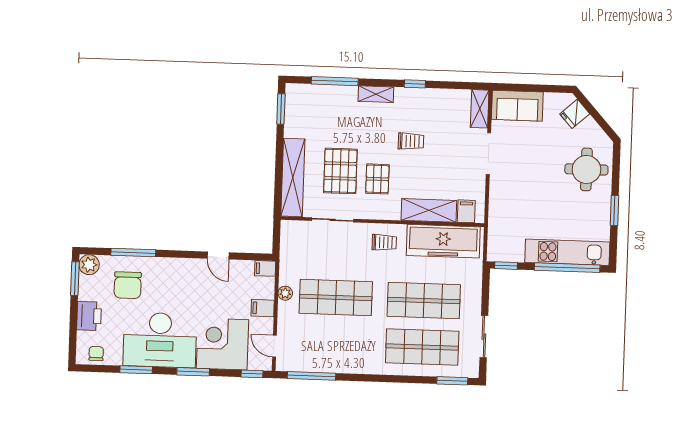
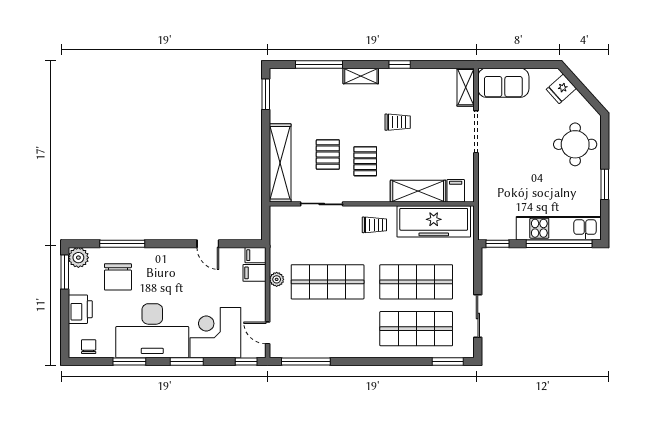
pallet: (340, 171) -> (328, 154), width x0.67, depth x0.71
filing cabinet: (263, 308) -> (254, 273), moved

